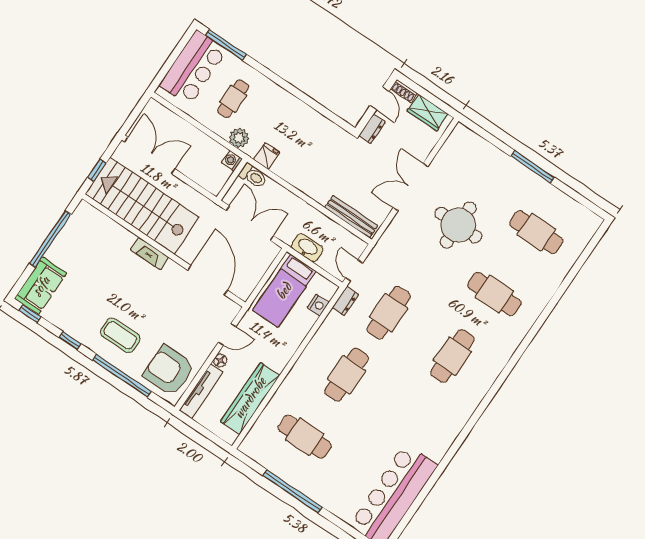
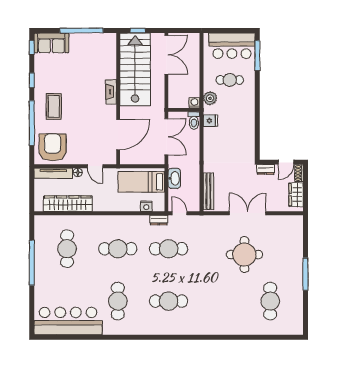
door: (354, 270) -> (179, 213), hinge flipped
cafe table: (494, 294) -> (118, 301), moved

